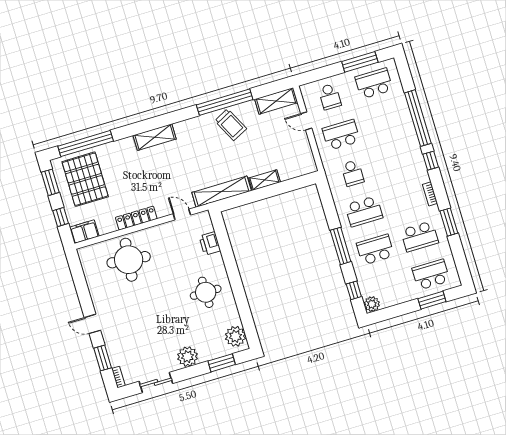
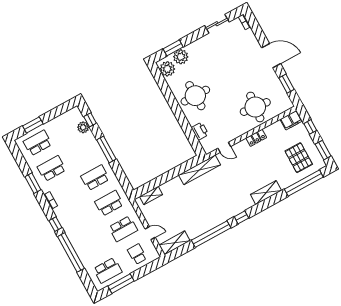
window: (179, 116) -> (241, 217), added
trolley: (231, 125) -> (203, 219), removed
shelving: (155, 137) -> (266, 193), moved
school desk: (353, 173) -> (109, 203), width x1.85
pallet: (85, 179) -> (299, 158), width x0.73, depth x0.71
shelving: (264, 180) -> (151, 196), moved
locker: (136, 218) -> (256, 138), width x0.66
school desk: (375, 250) -> (81, 152), removed
school desk: (431, 275) -> (38, 143), turned 180
round table: (206, 292) -> (195, 96), width x1.36, depth x1.36
plant: (372, 304) -> (83, 127), moved
door: (92, 324) -> (271, 56), width x1.87
plant: (187, 357) -> (181, 57), moved
window: (103, 358) -> (286, 84), moved

